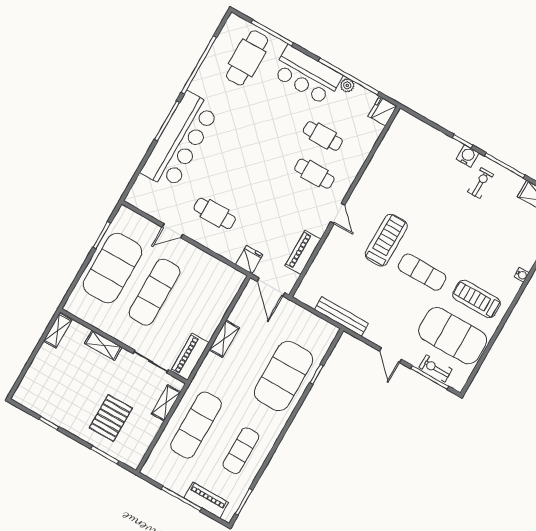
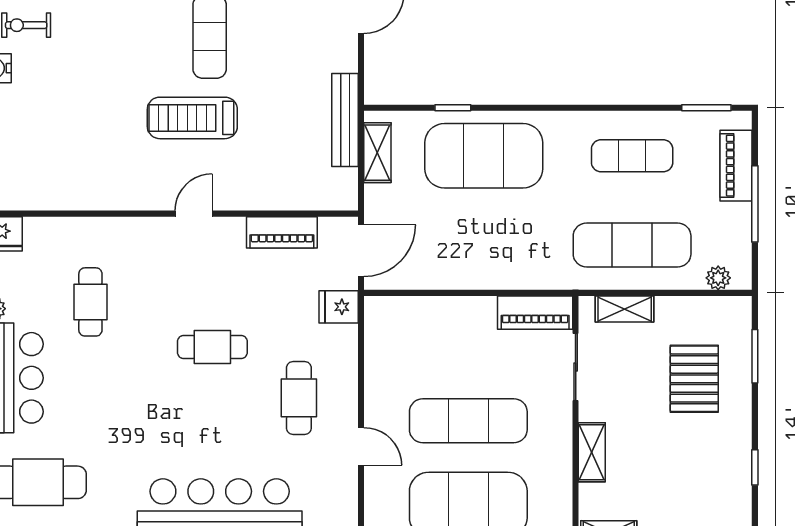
cafe table: (314, 174) -> (212, 347), moved, turned 90
shelving: (224, 339) -> (377, 153), moved, turned 90
pallet: (111, 418) -> (694, 379), turned 90
plant: (155, 459) -> (718, 278), added

